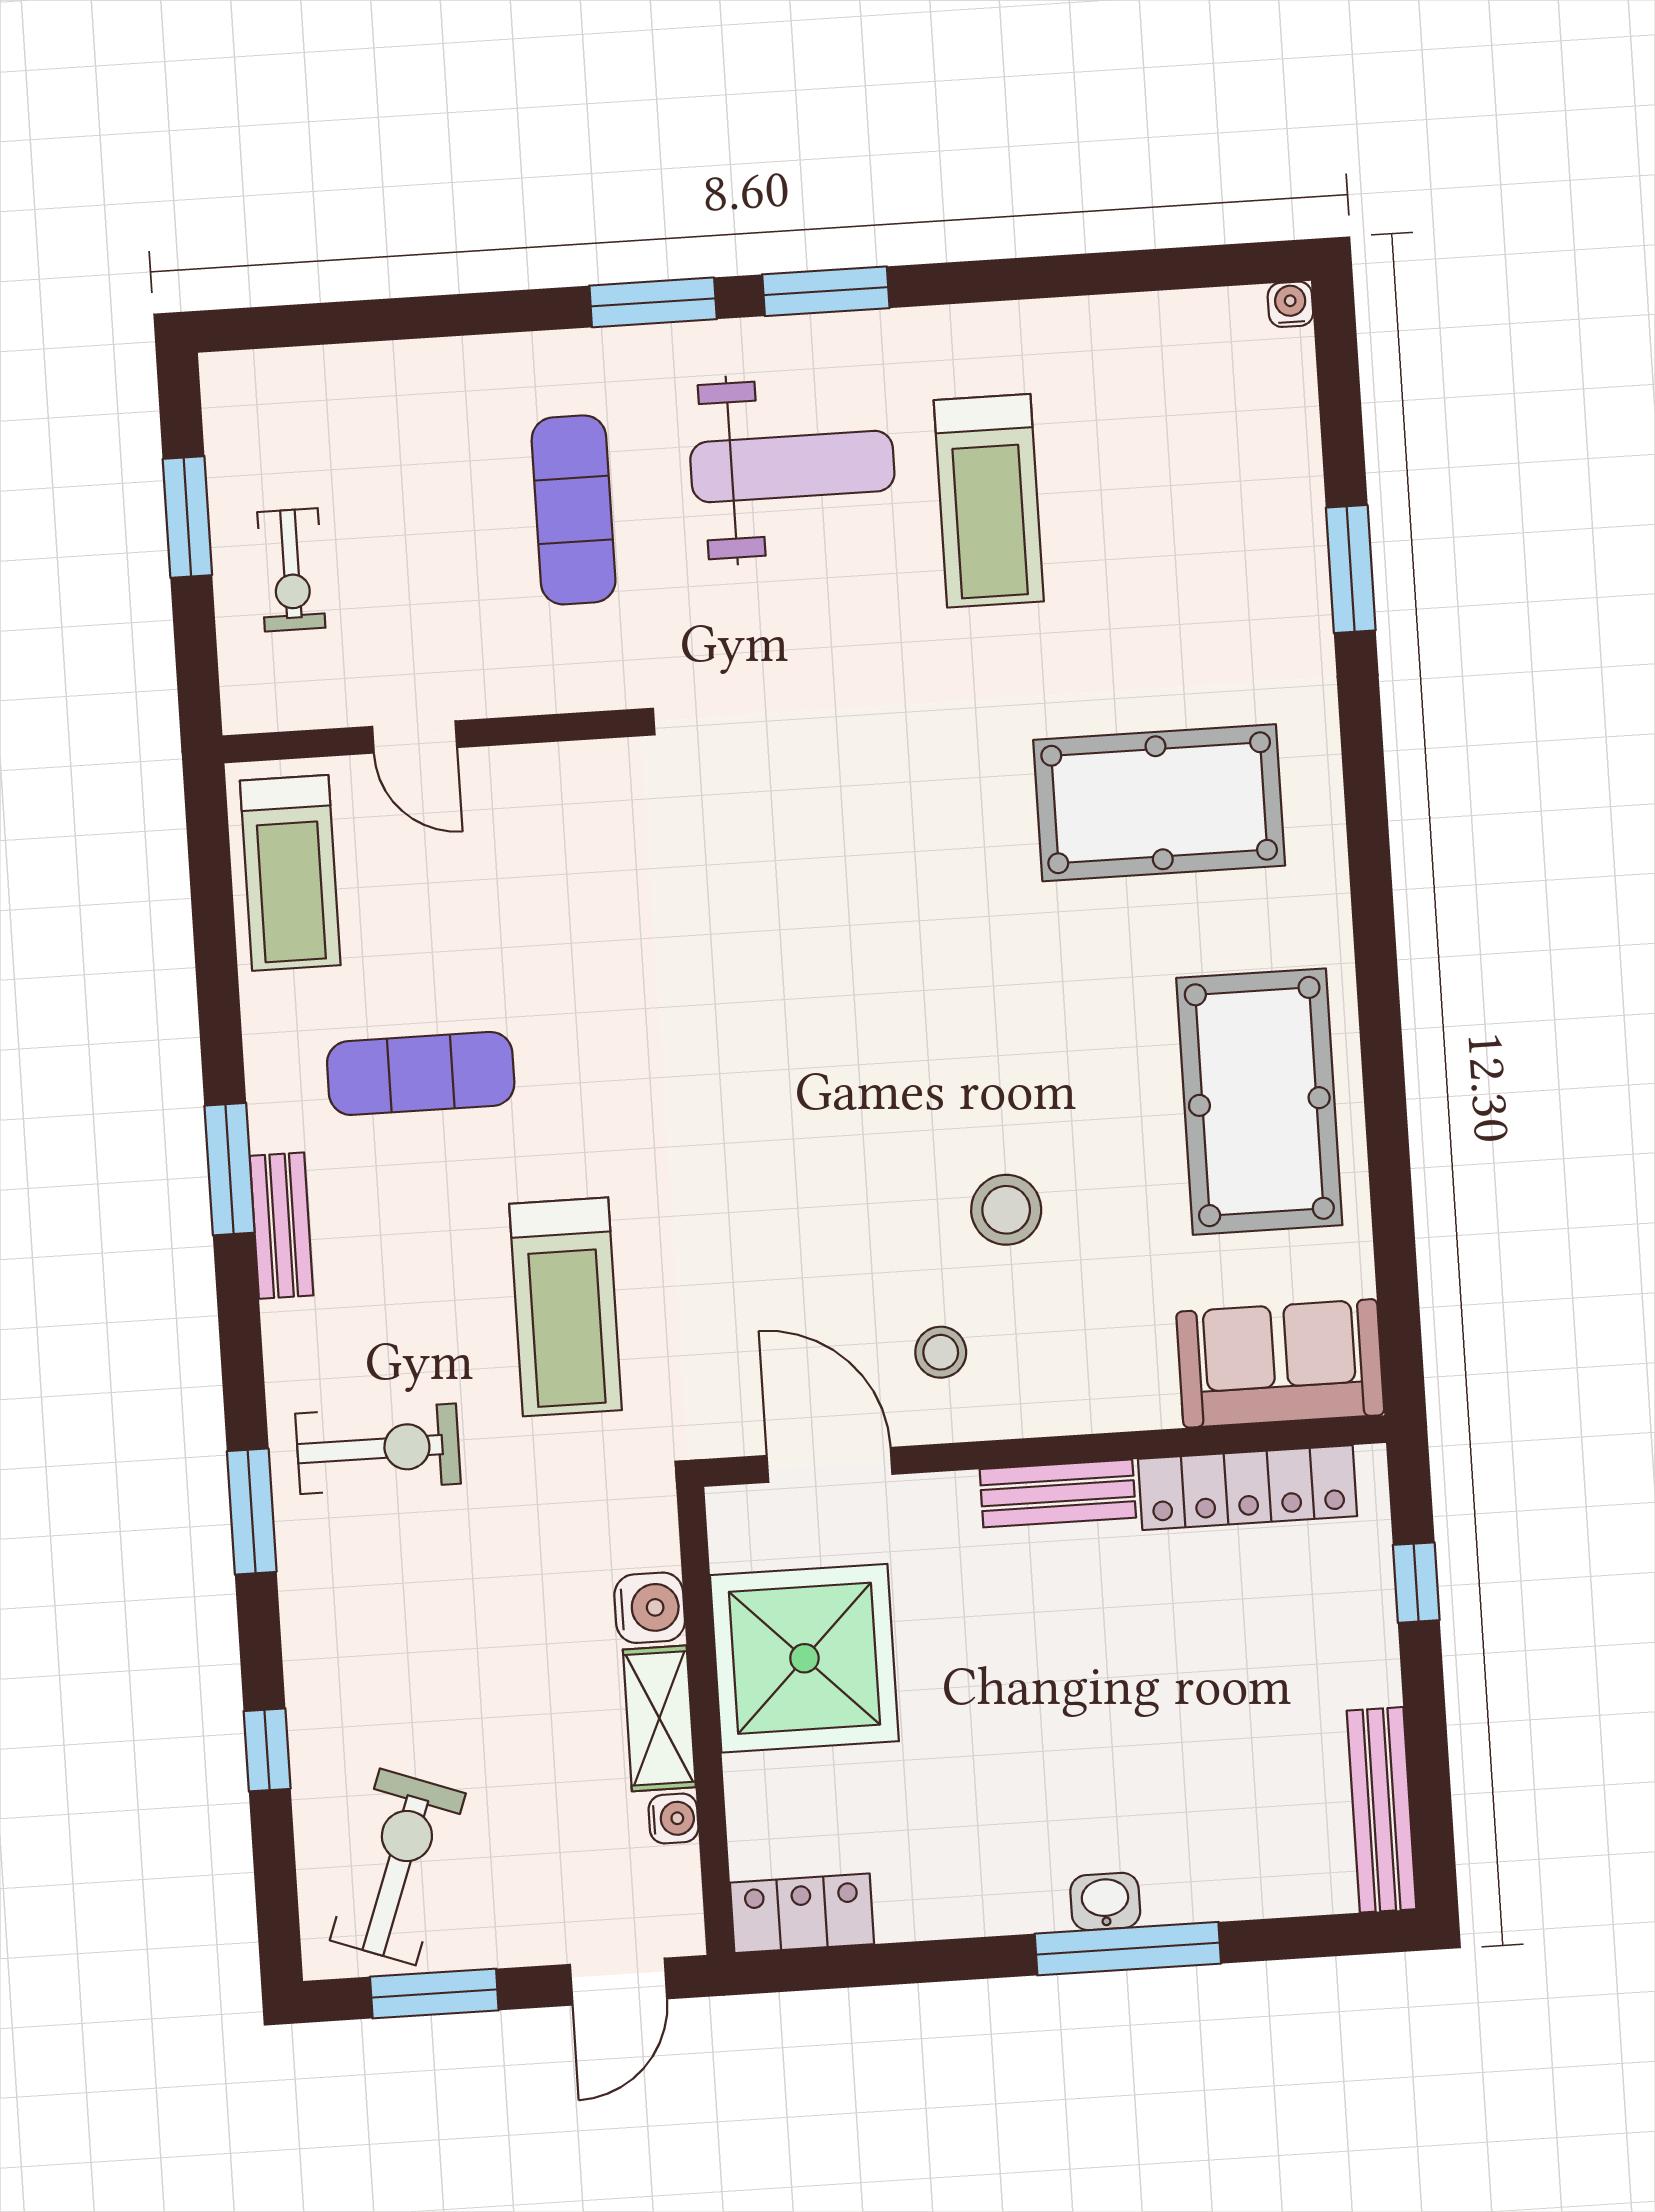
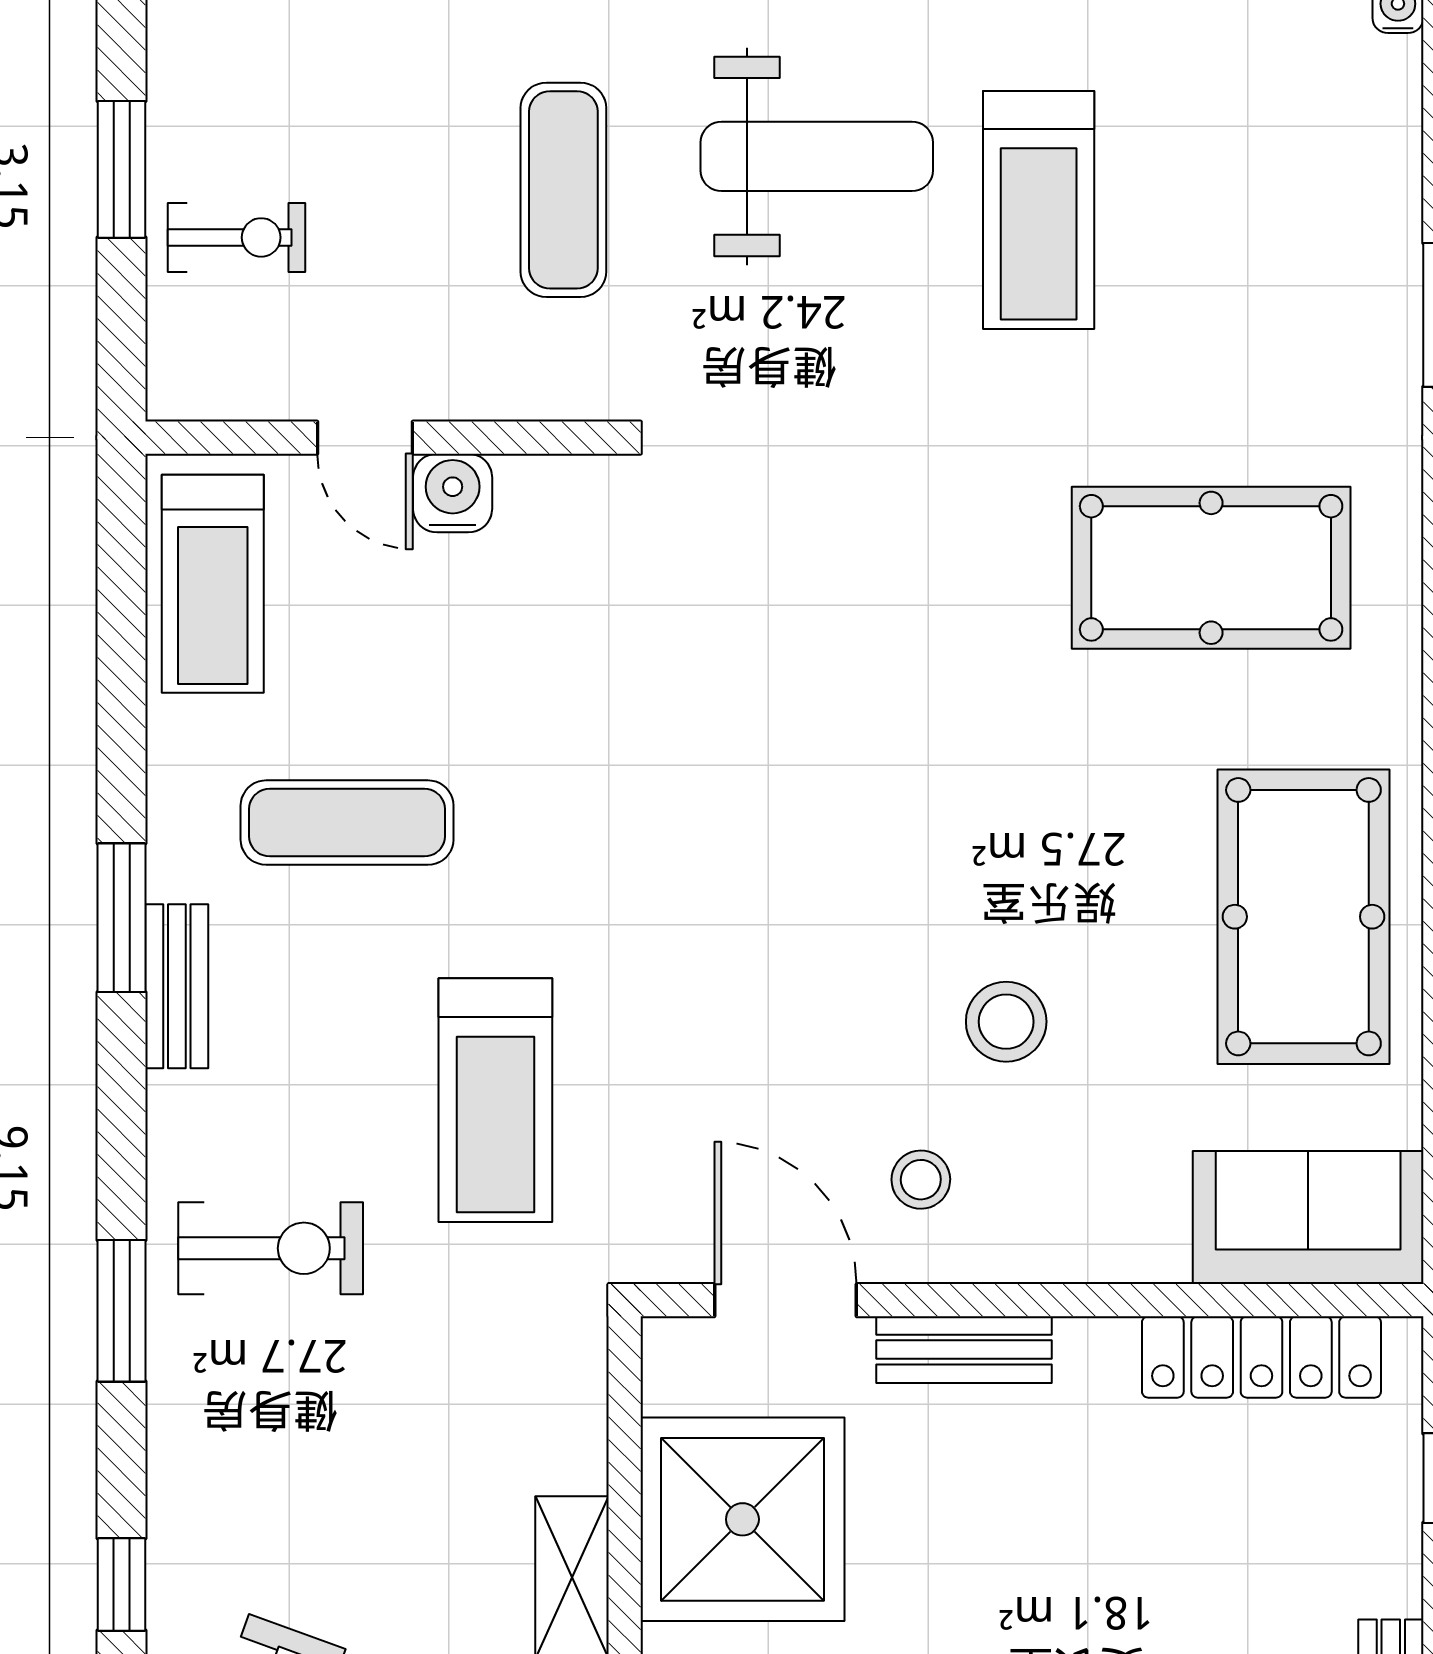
exercise bike: (291, 570) -> (236, 237), turned -90
bench: (1058, 1493) -> (964, 1350), moved
water cooler: (650, 1608) -> (453, 493), moved, turned -90

